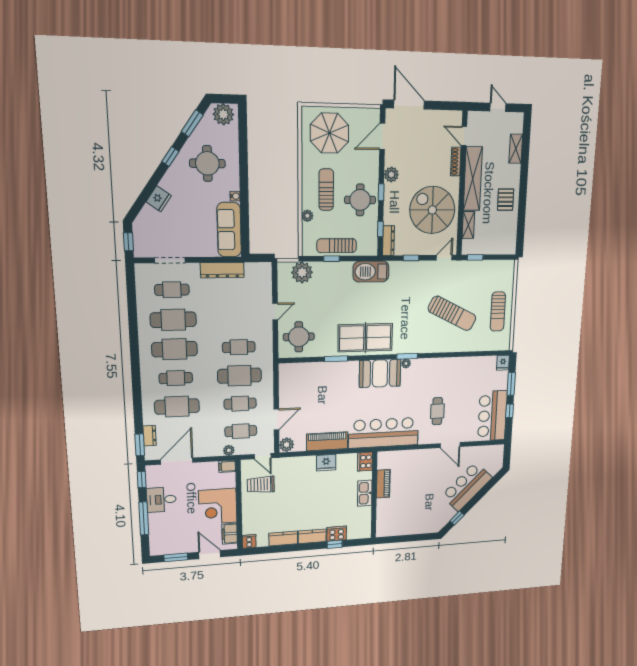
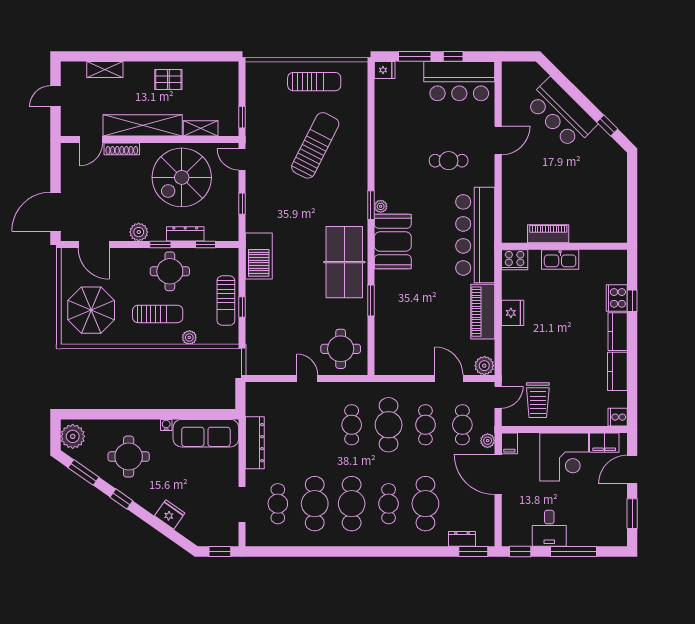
sun lounger: (326, 190) -> (158, 314), turned 180
dresser: (388, 241) -> (185, 234), moved
plant: (302, 272) -> (259, 344), removed
door: (177, 461) -> (498, 475), moved

